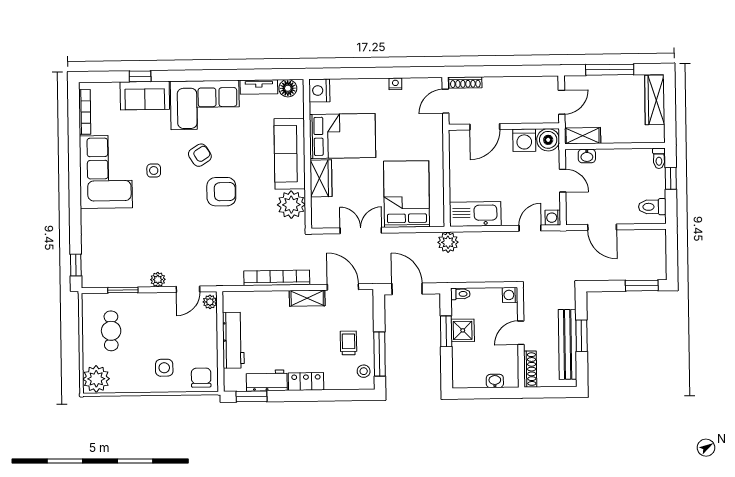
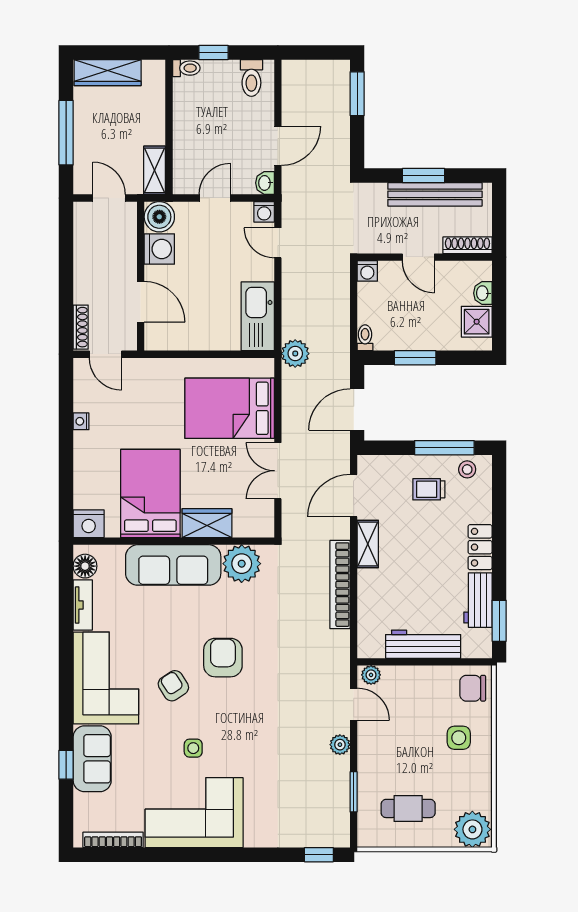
washbasin: (587, 156) -> (265, 183), moved, turned 180
shower: (463, 330) -> (477, 322), moved

